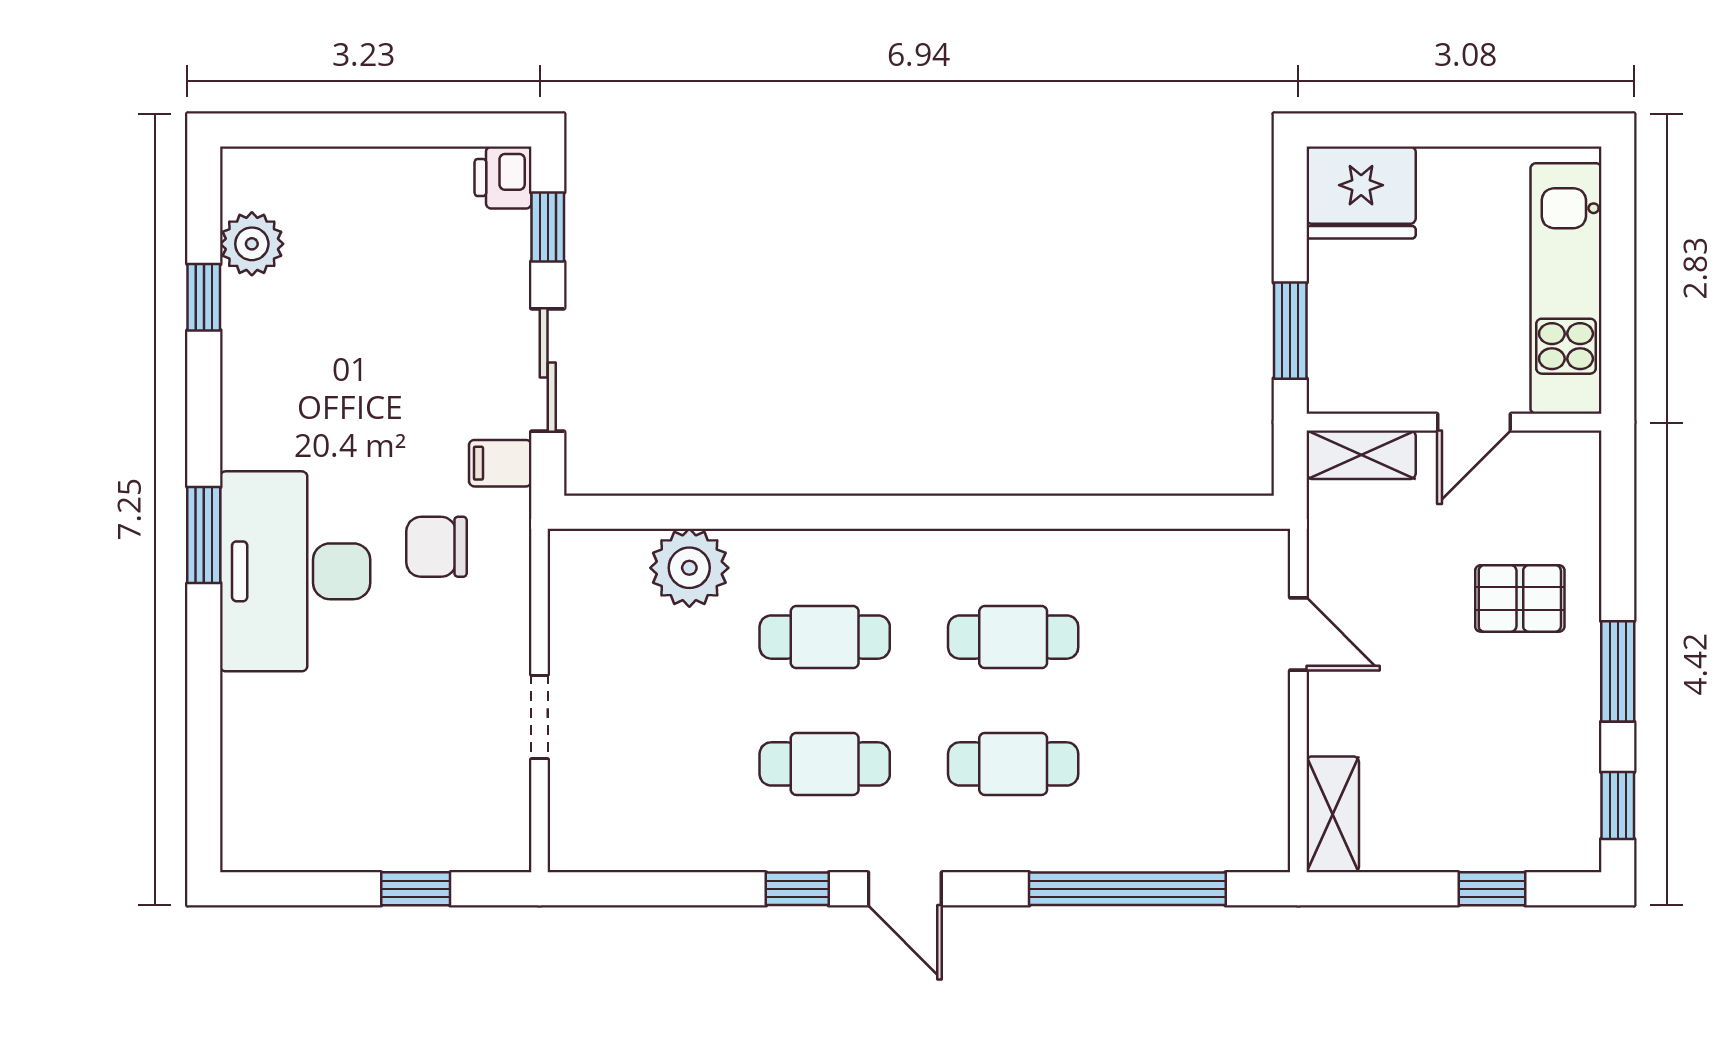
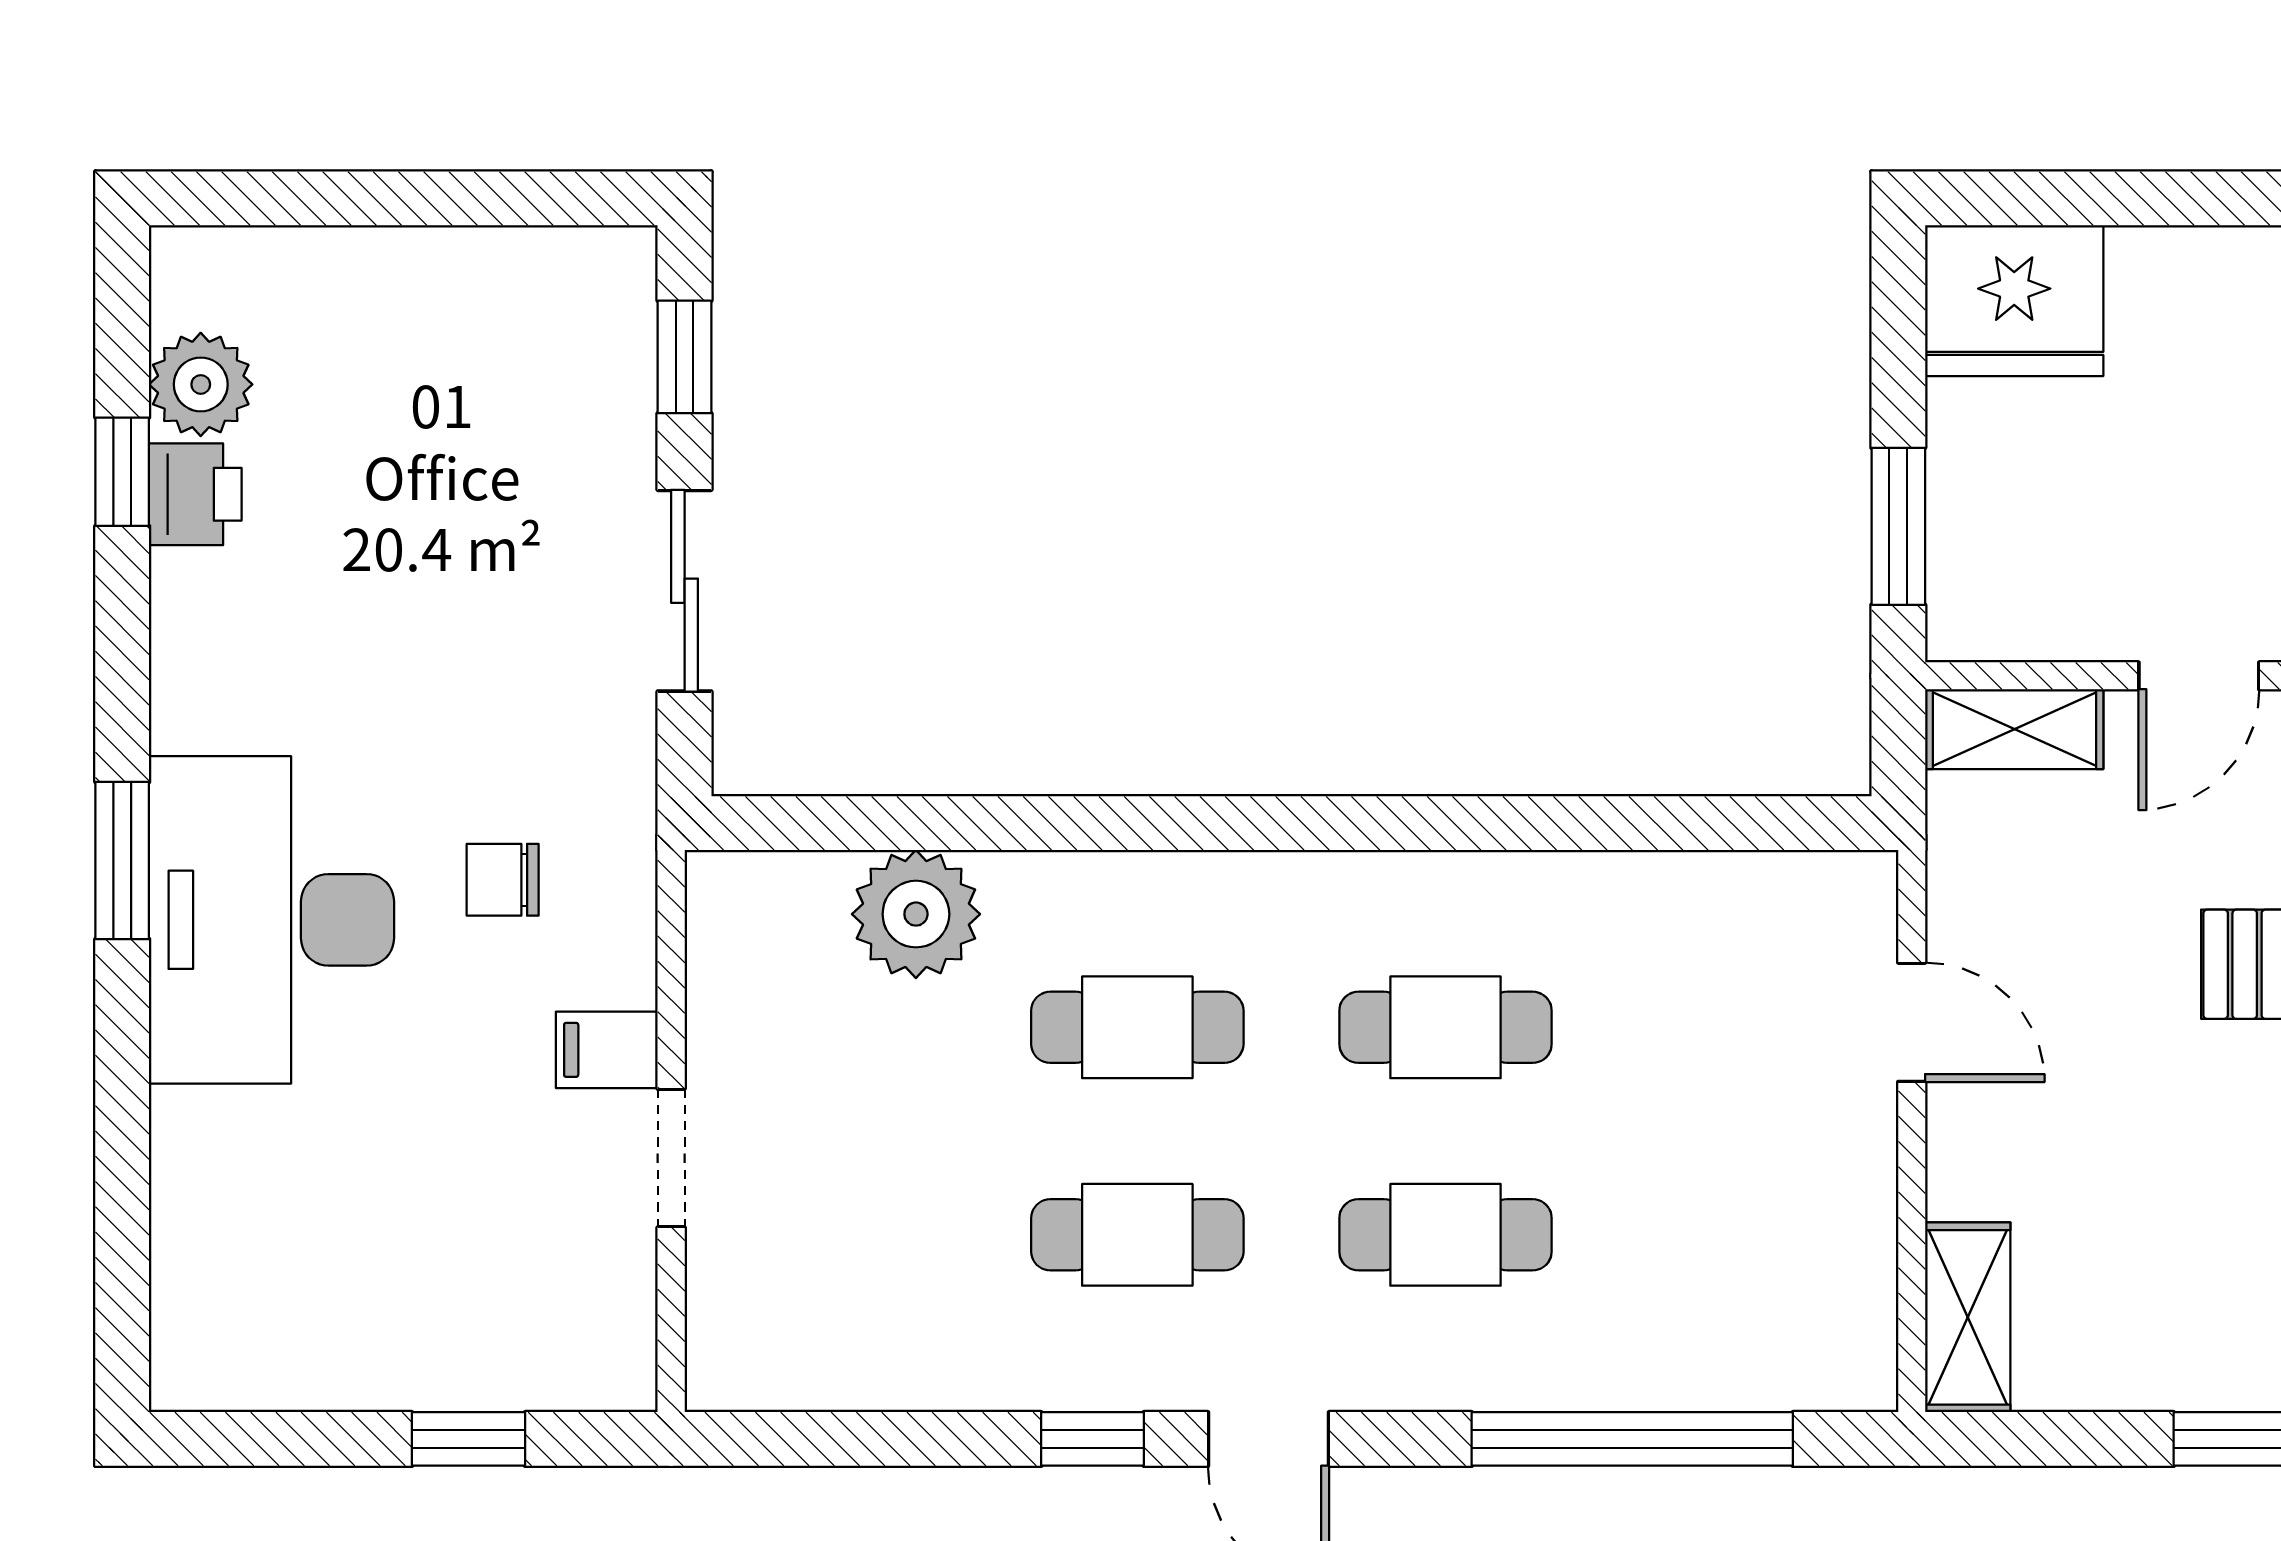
printer: (503, 178) -> (195, 494), moved, turned 180
filing cabinet: (500, 463) -> (607, 1050), moved
chair: (436, 547) -> (503, 880), width x0.73, depth x0.73

